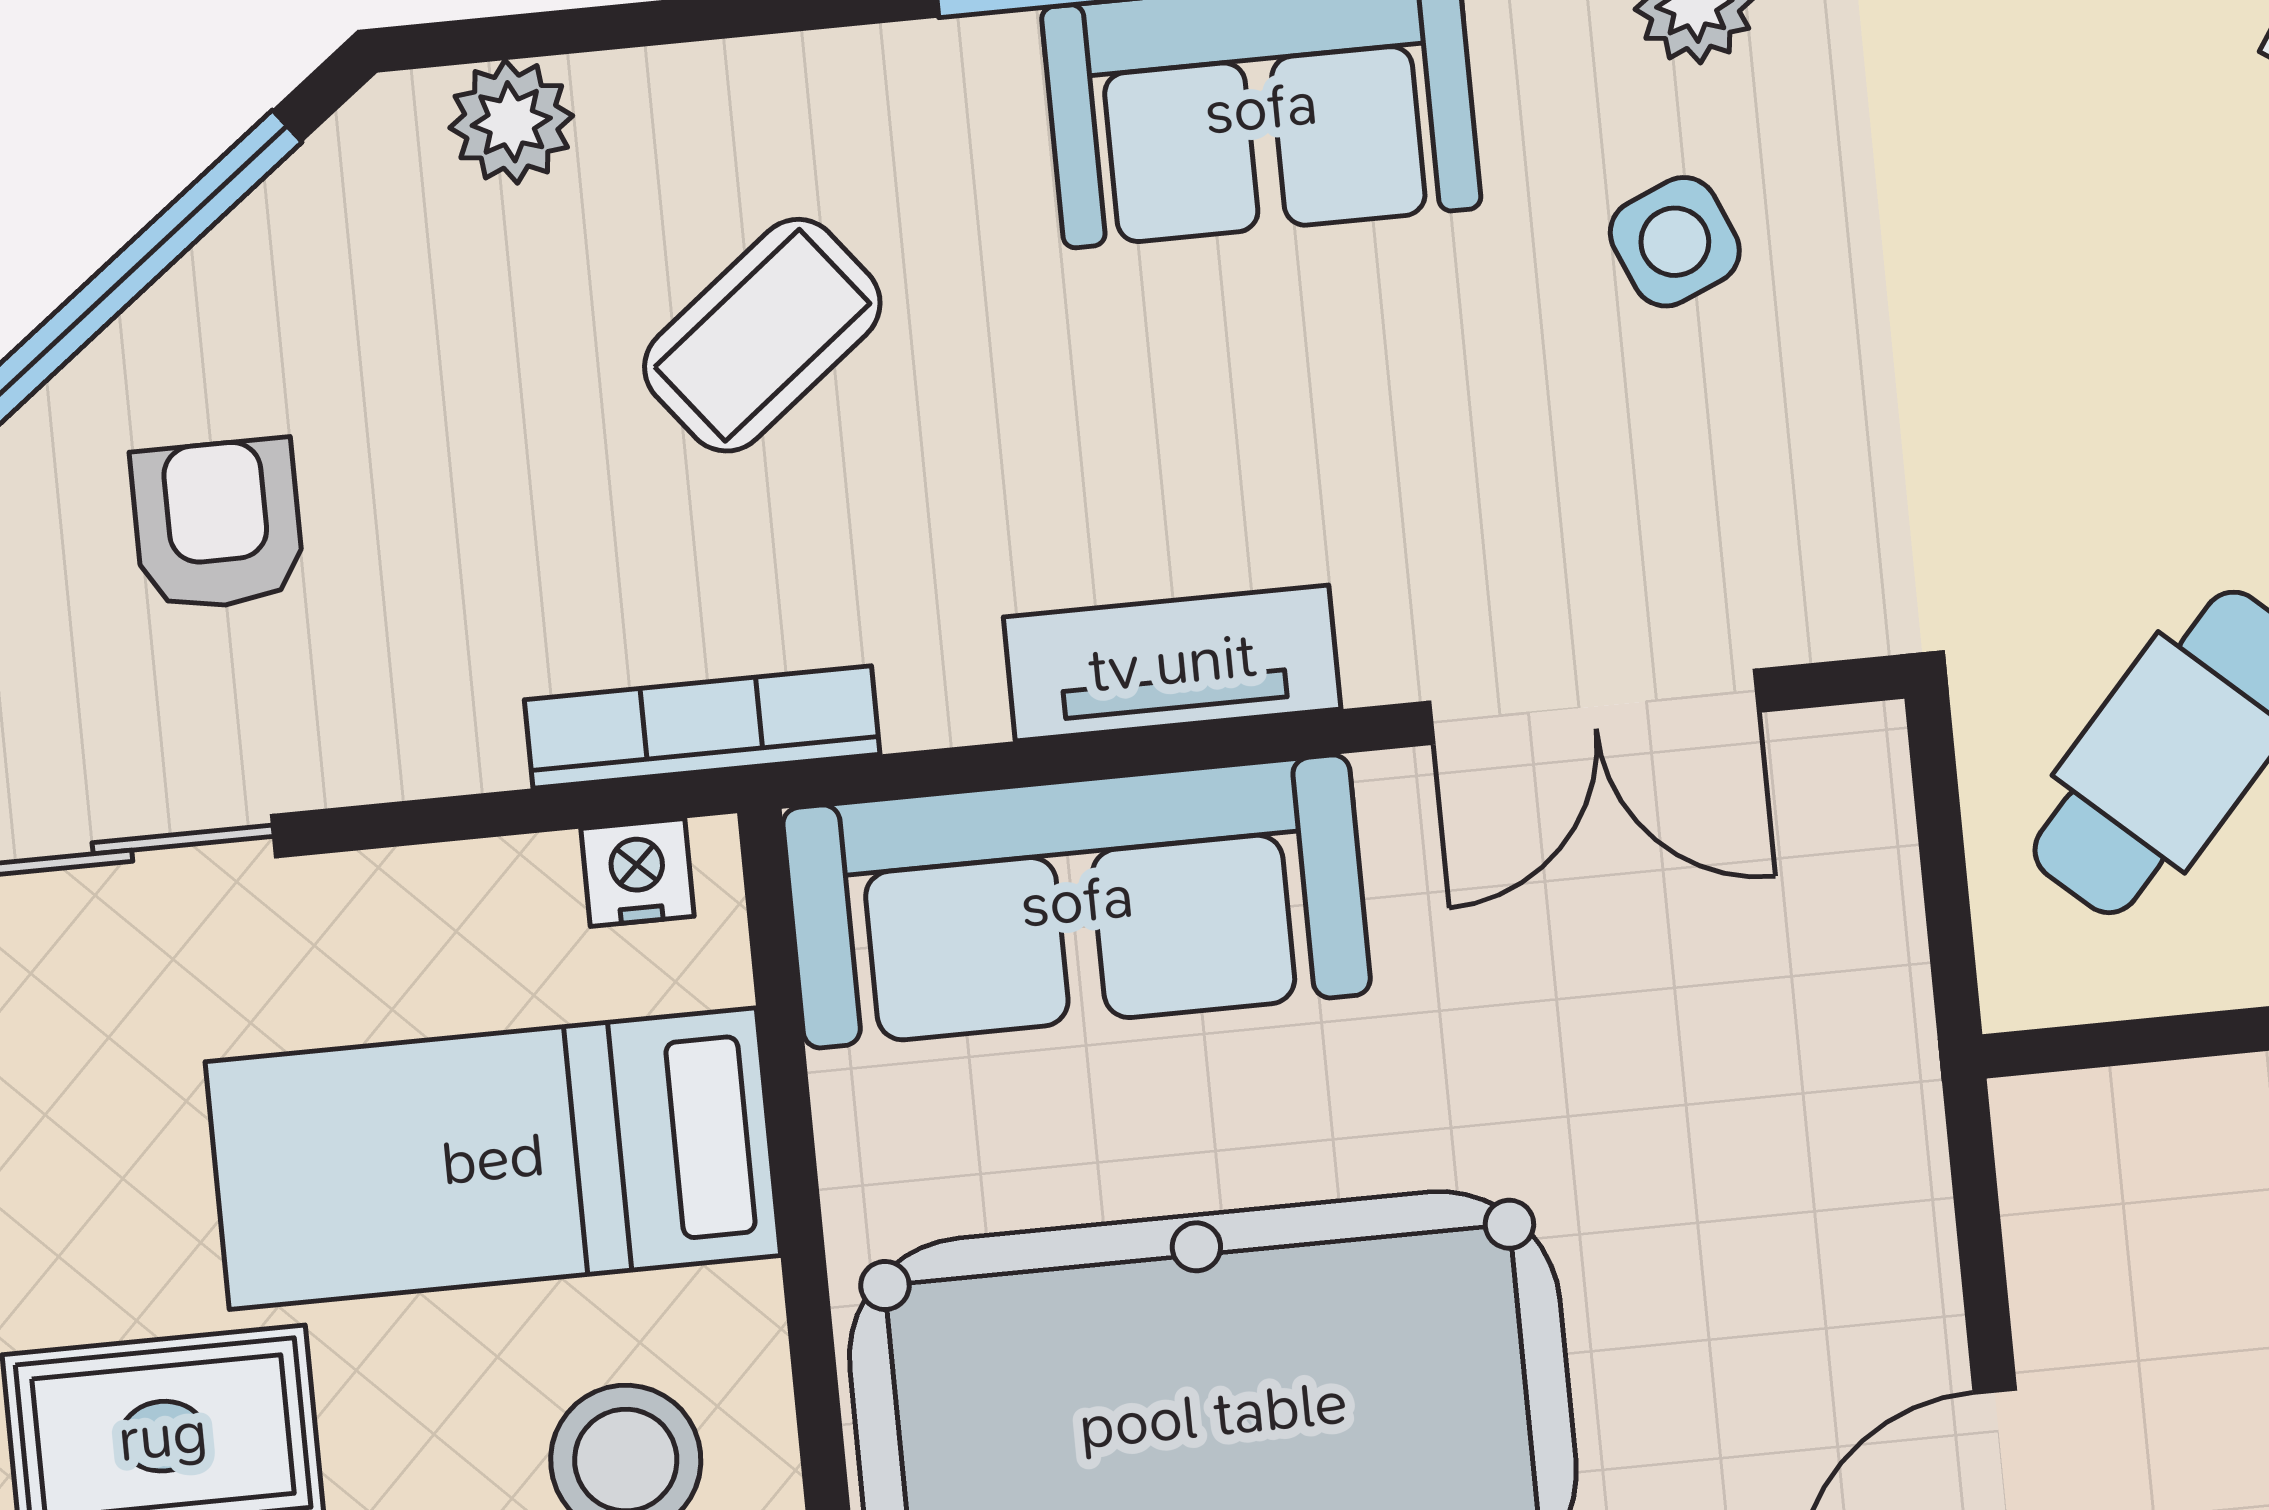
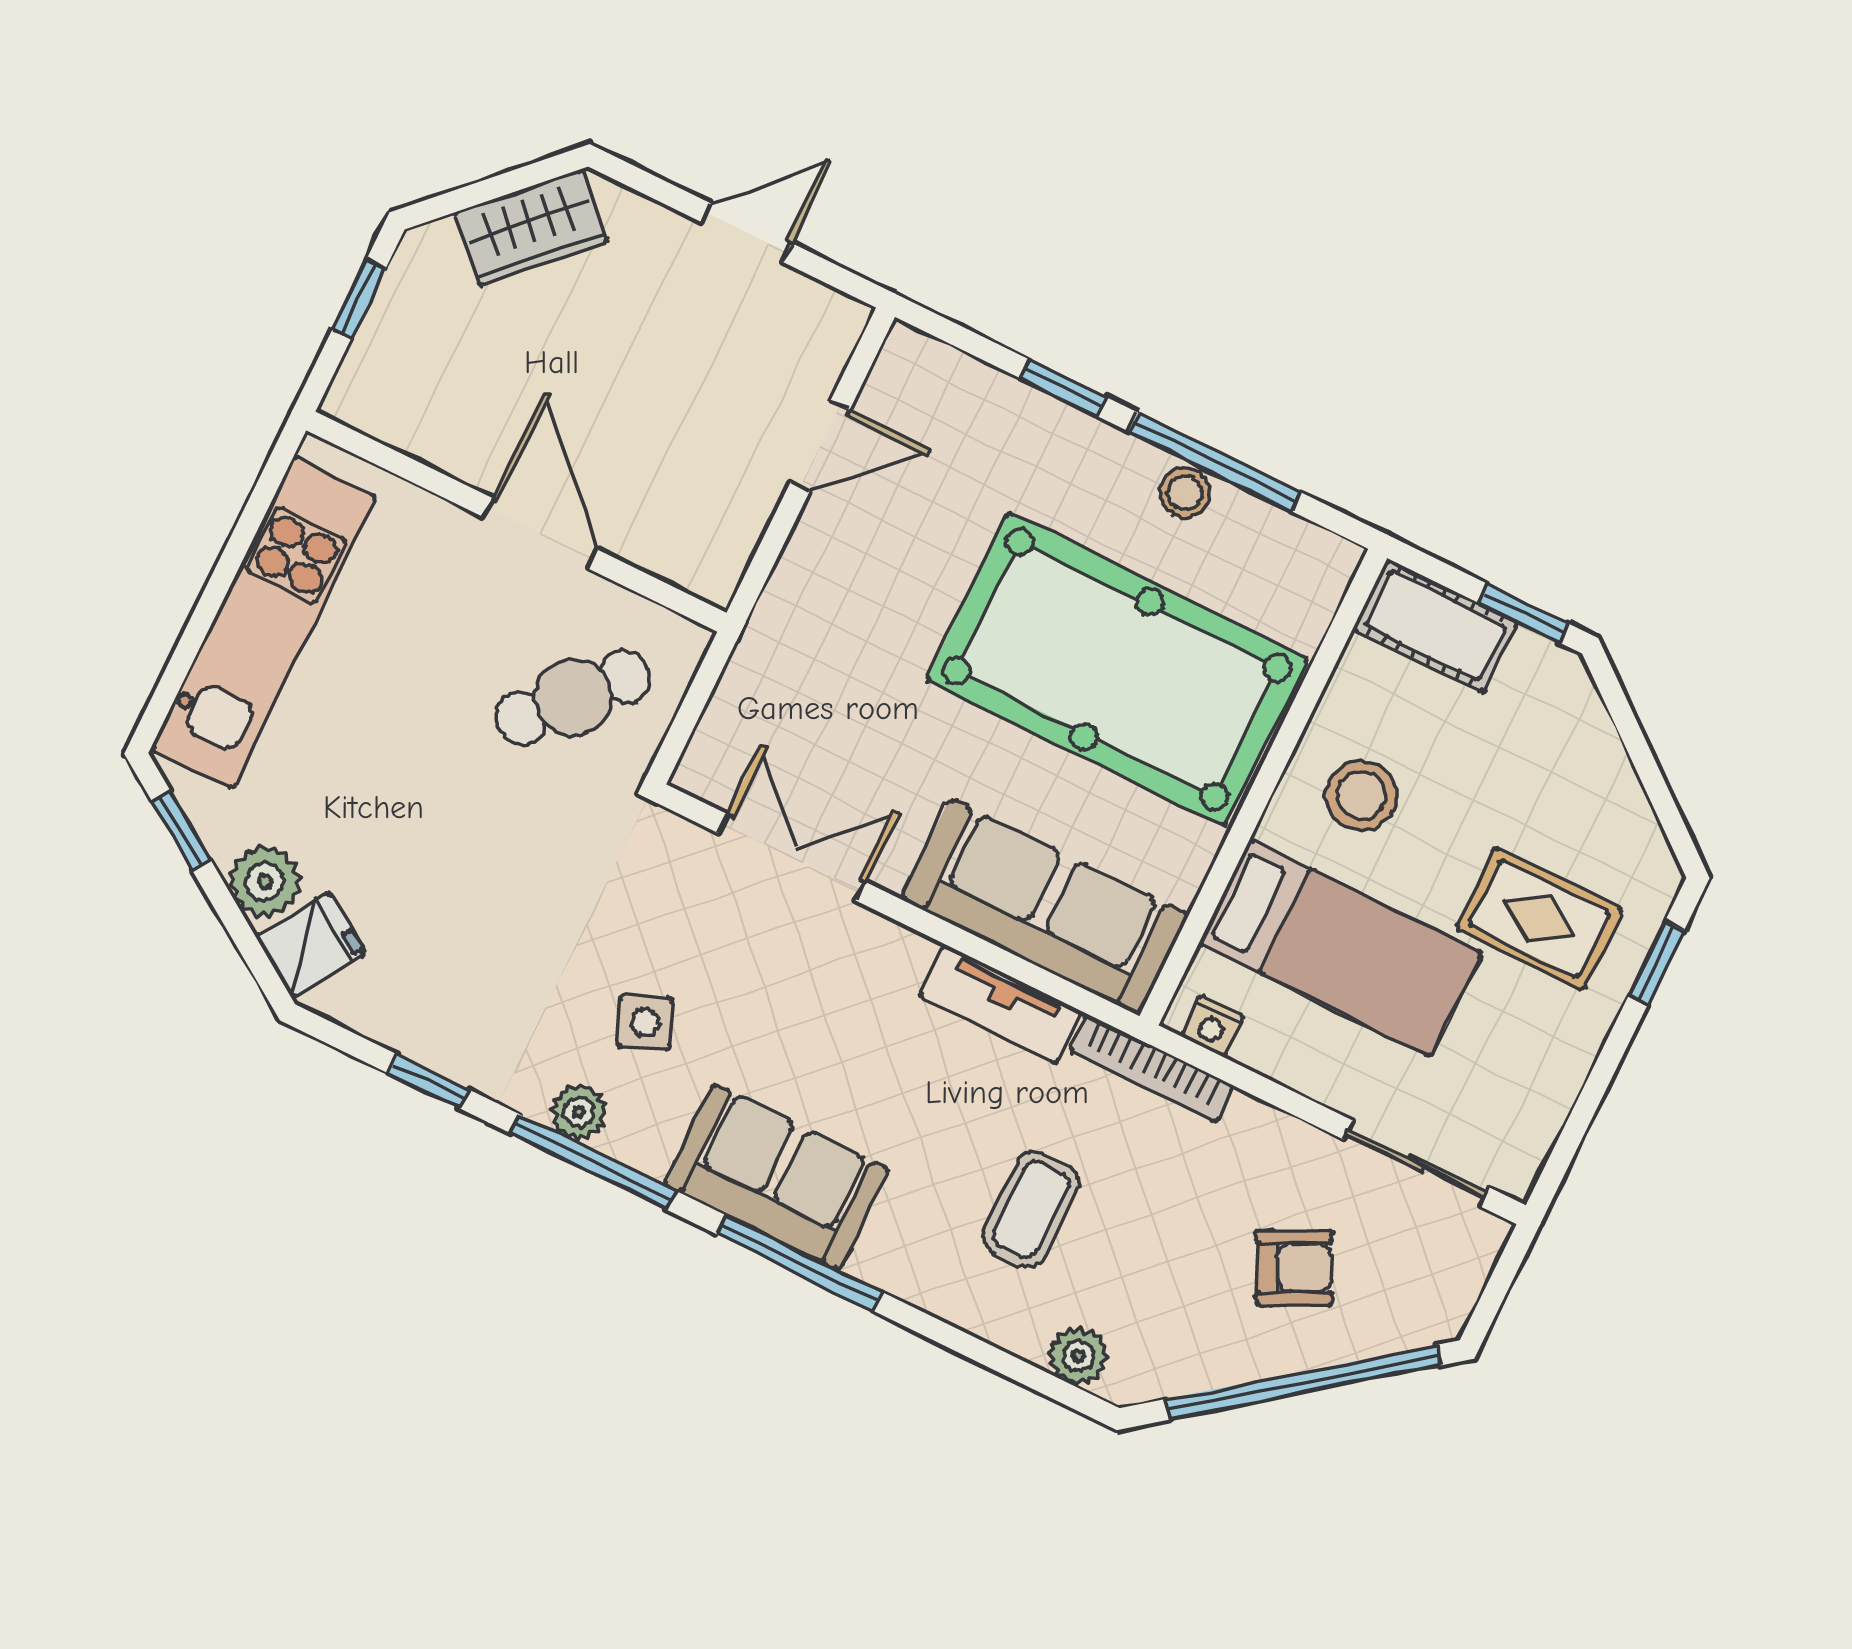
coffee table: (762, 335) -> (1031, 1209), turned -52
armchair: (217, 525) -> (1294, 1268), turned -116
tv unit: (1172, 663) -> (1001, 1004), moved

